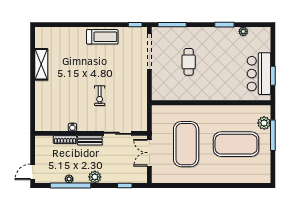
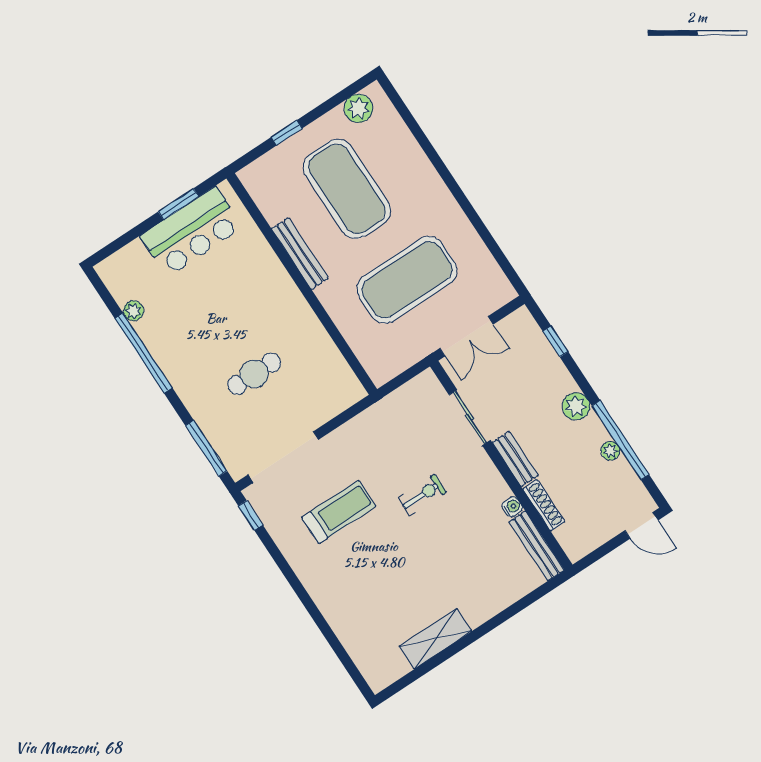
window: (224, 25) -> (144, 353), width x2.11
treadmill: (102, 37) -> (339, 512), moved, turned 90
bench: (223, 110) -> (300, 254), added
plant: (264, 123) -> (358, 108), moved
bench: (51, 127) -> (537, 546), added
window: (273, 135) -> (287, 133), width x0.46

